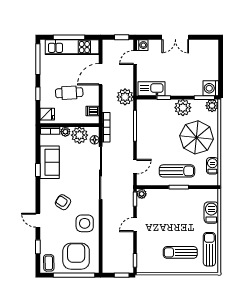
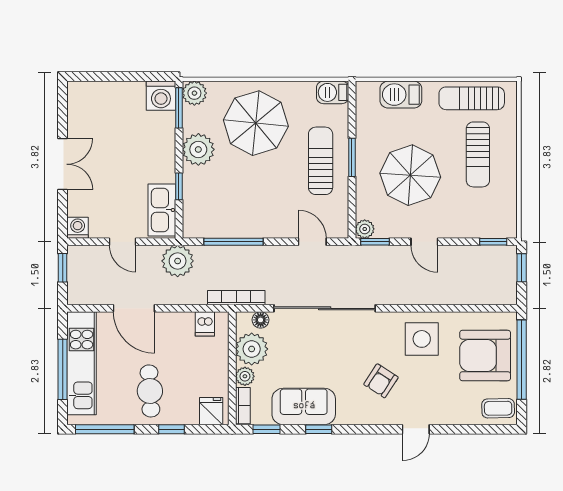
door: (135, 58) -> (123, 242), moved
cafe table: (69, 93) -> (150, 391), moved
barbecue: (212, 166) -> (333, 92), moved
parasol: (170, 217) -> (410, 175), added
window: (38, 247) -> (267, 429), moved

